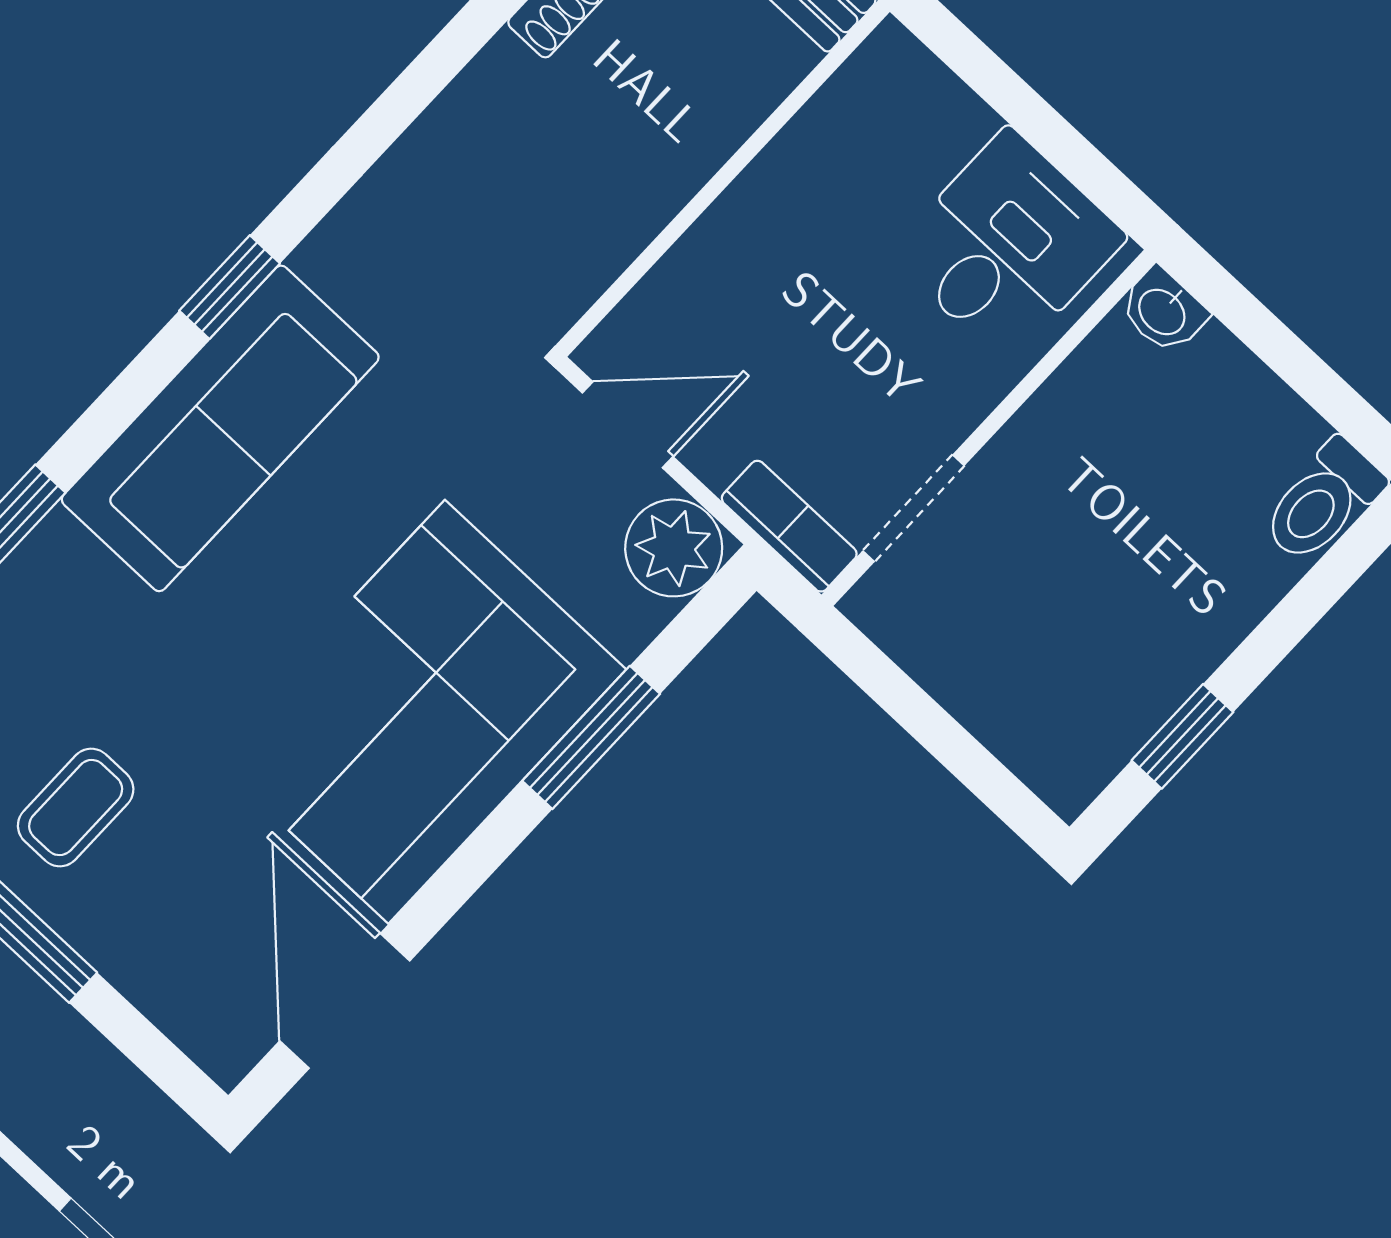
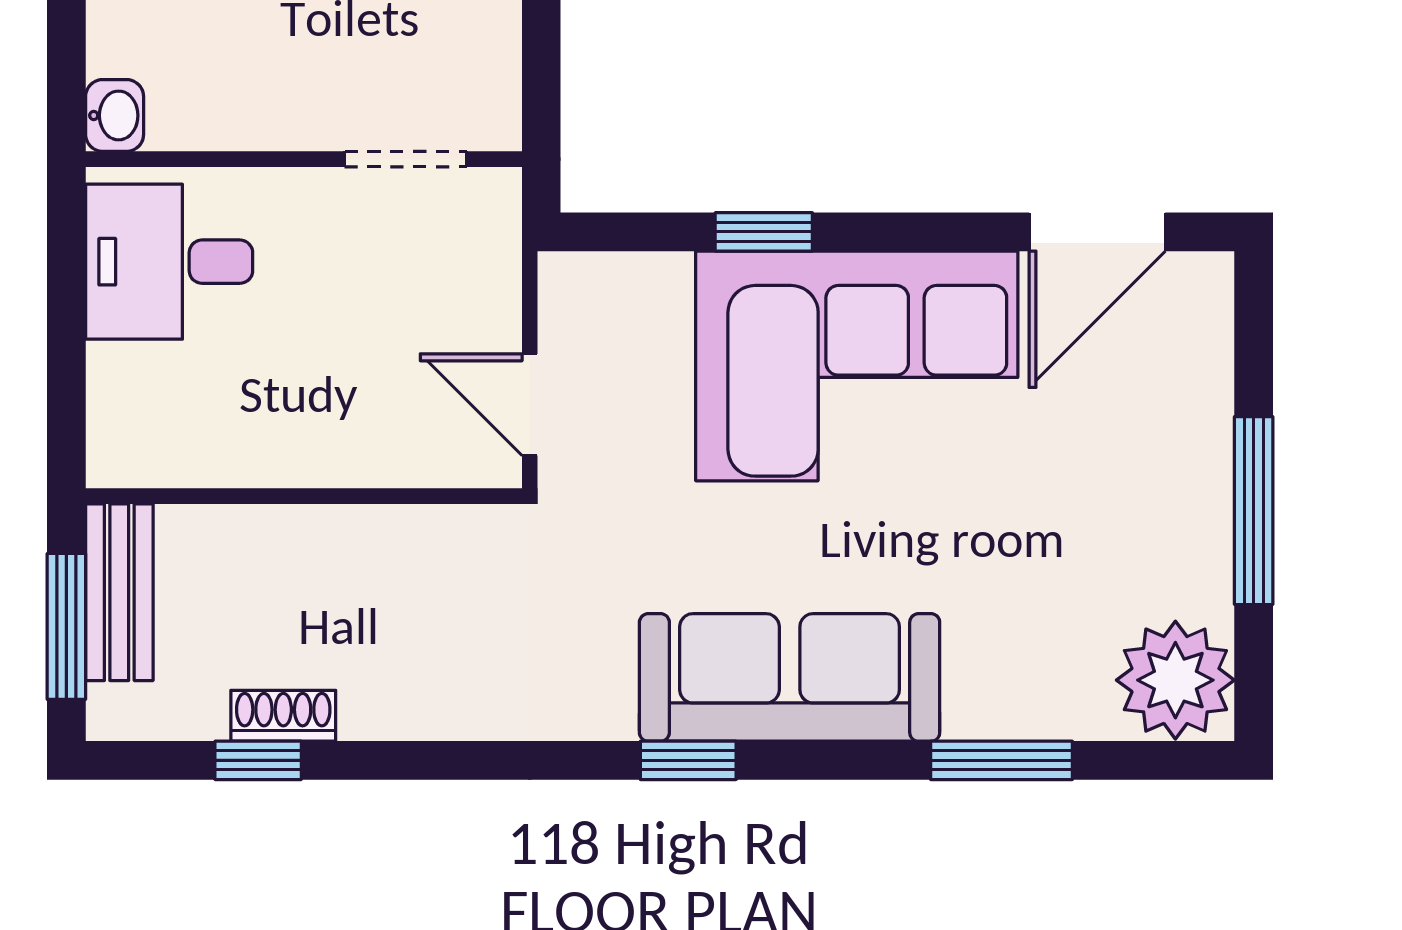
bookcase: (789, 526) -> (496, 232), removed
plant: (674, 548) -> (584, 296), removed
window: (591, 737) -> (764, 232), width x0.67
coffee table: (76, 808) -> (1137, 536), removed

